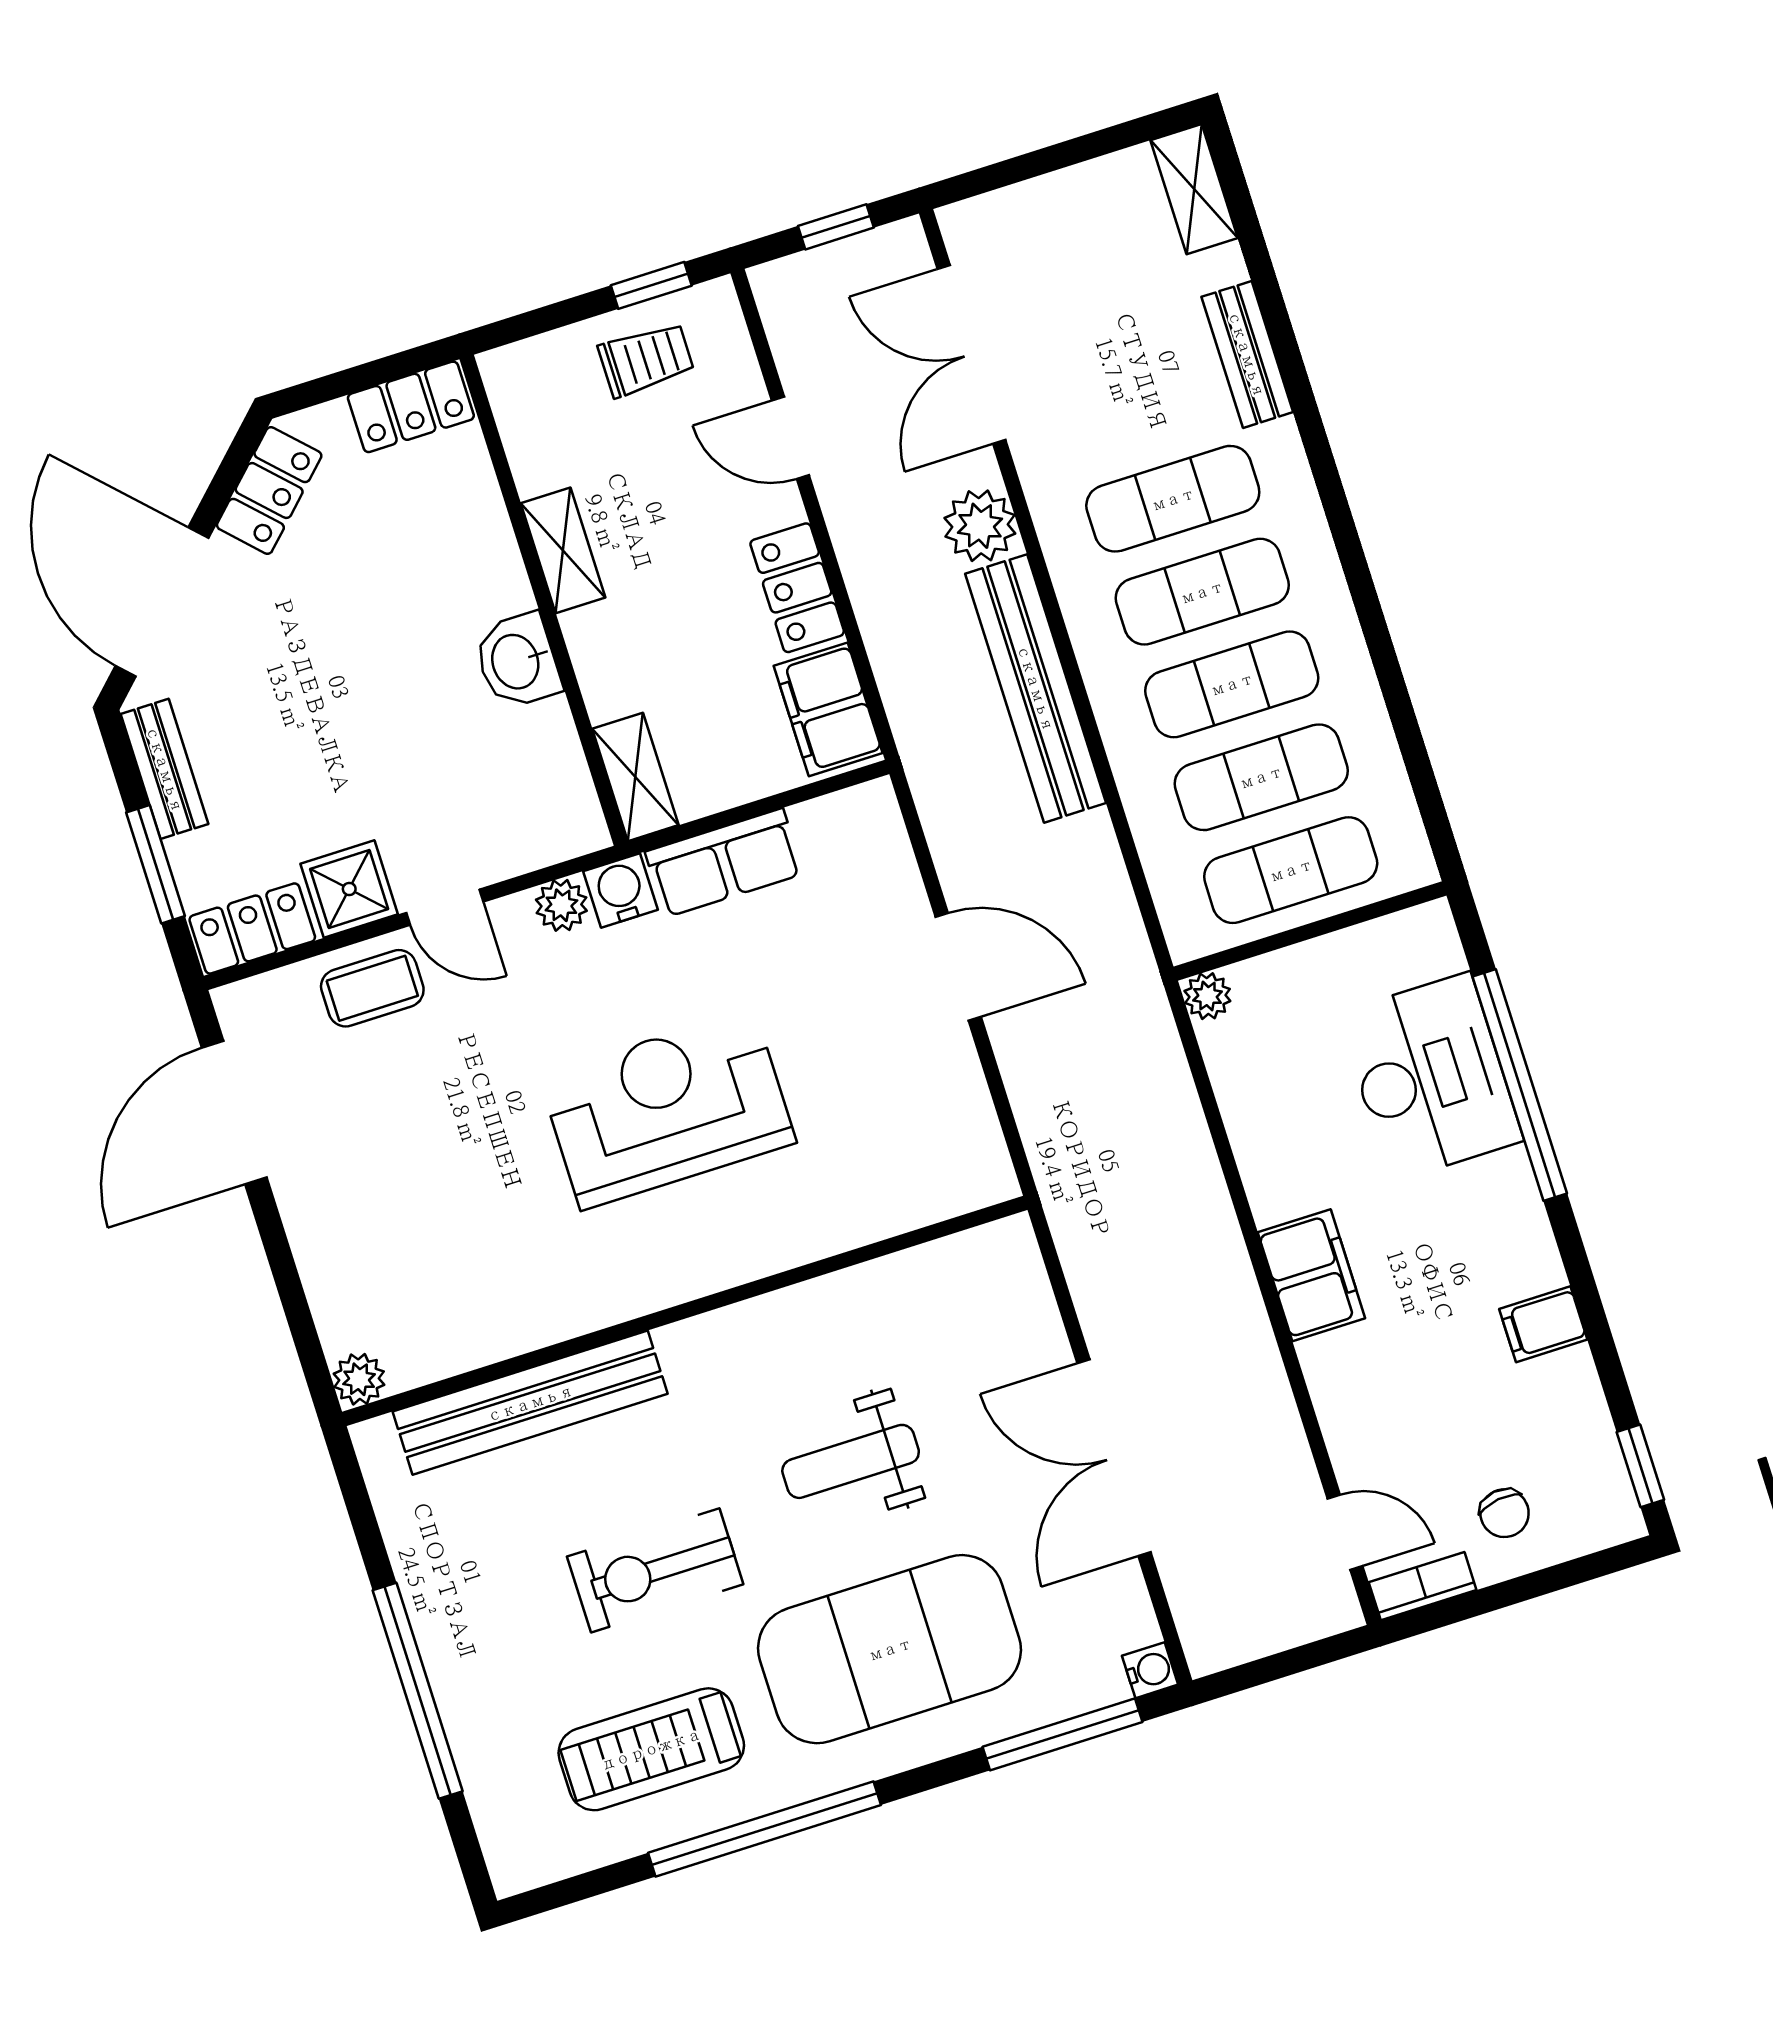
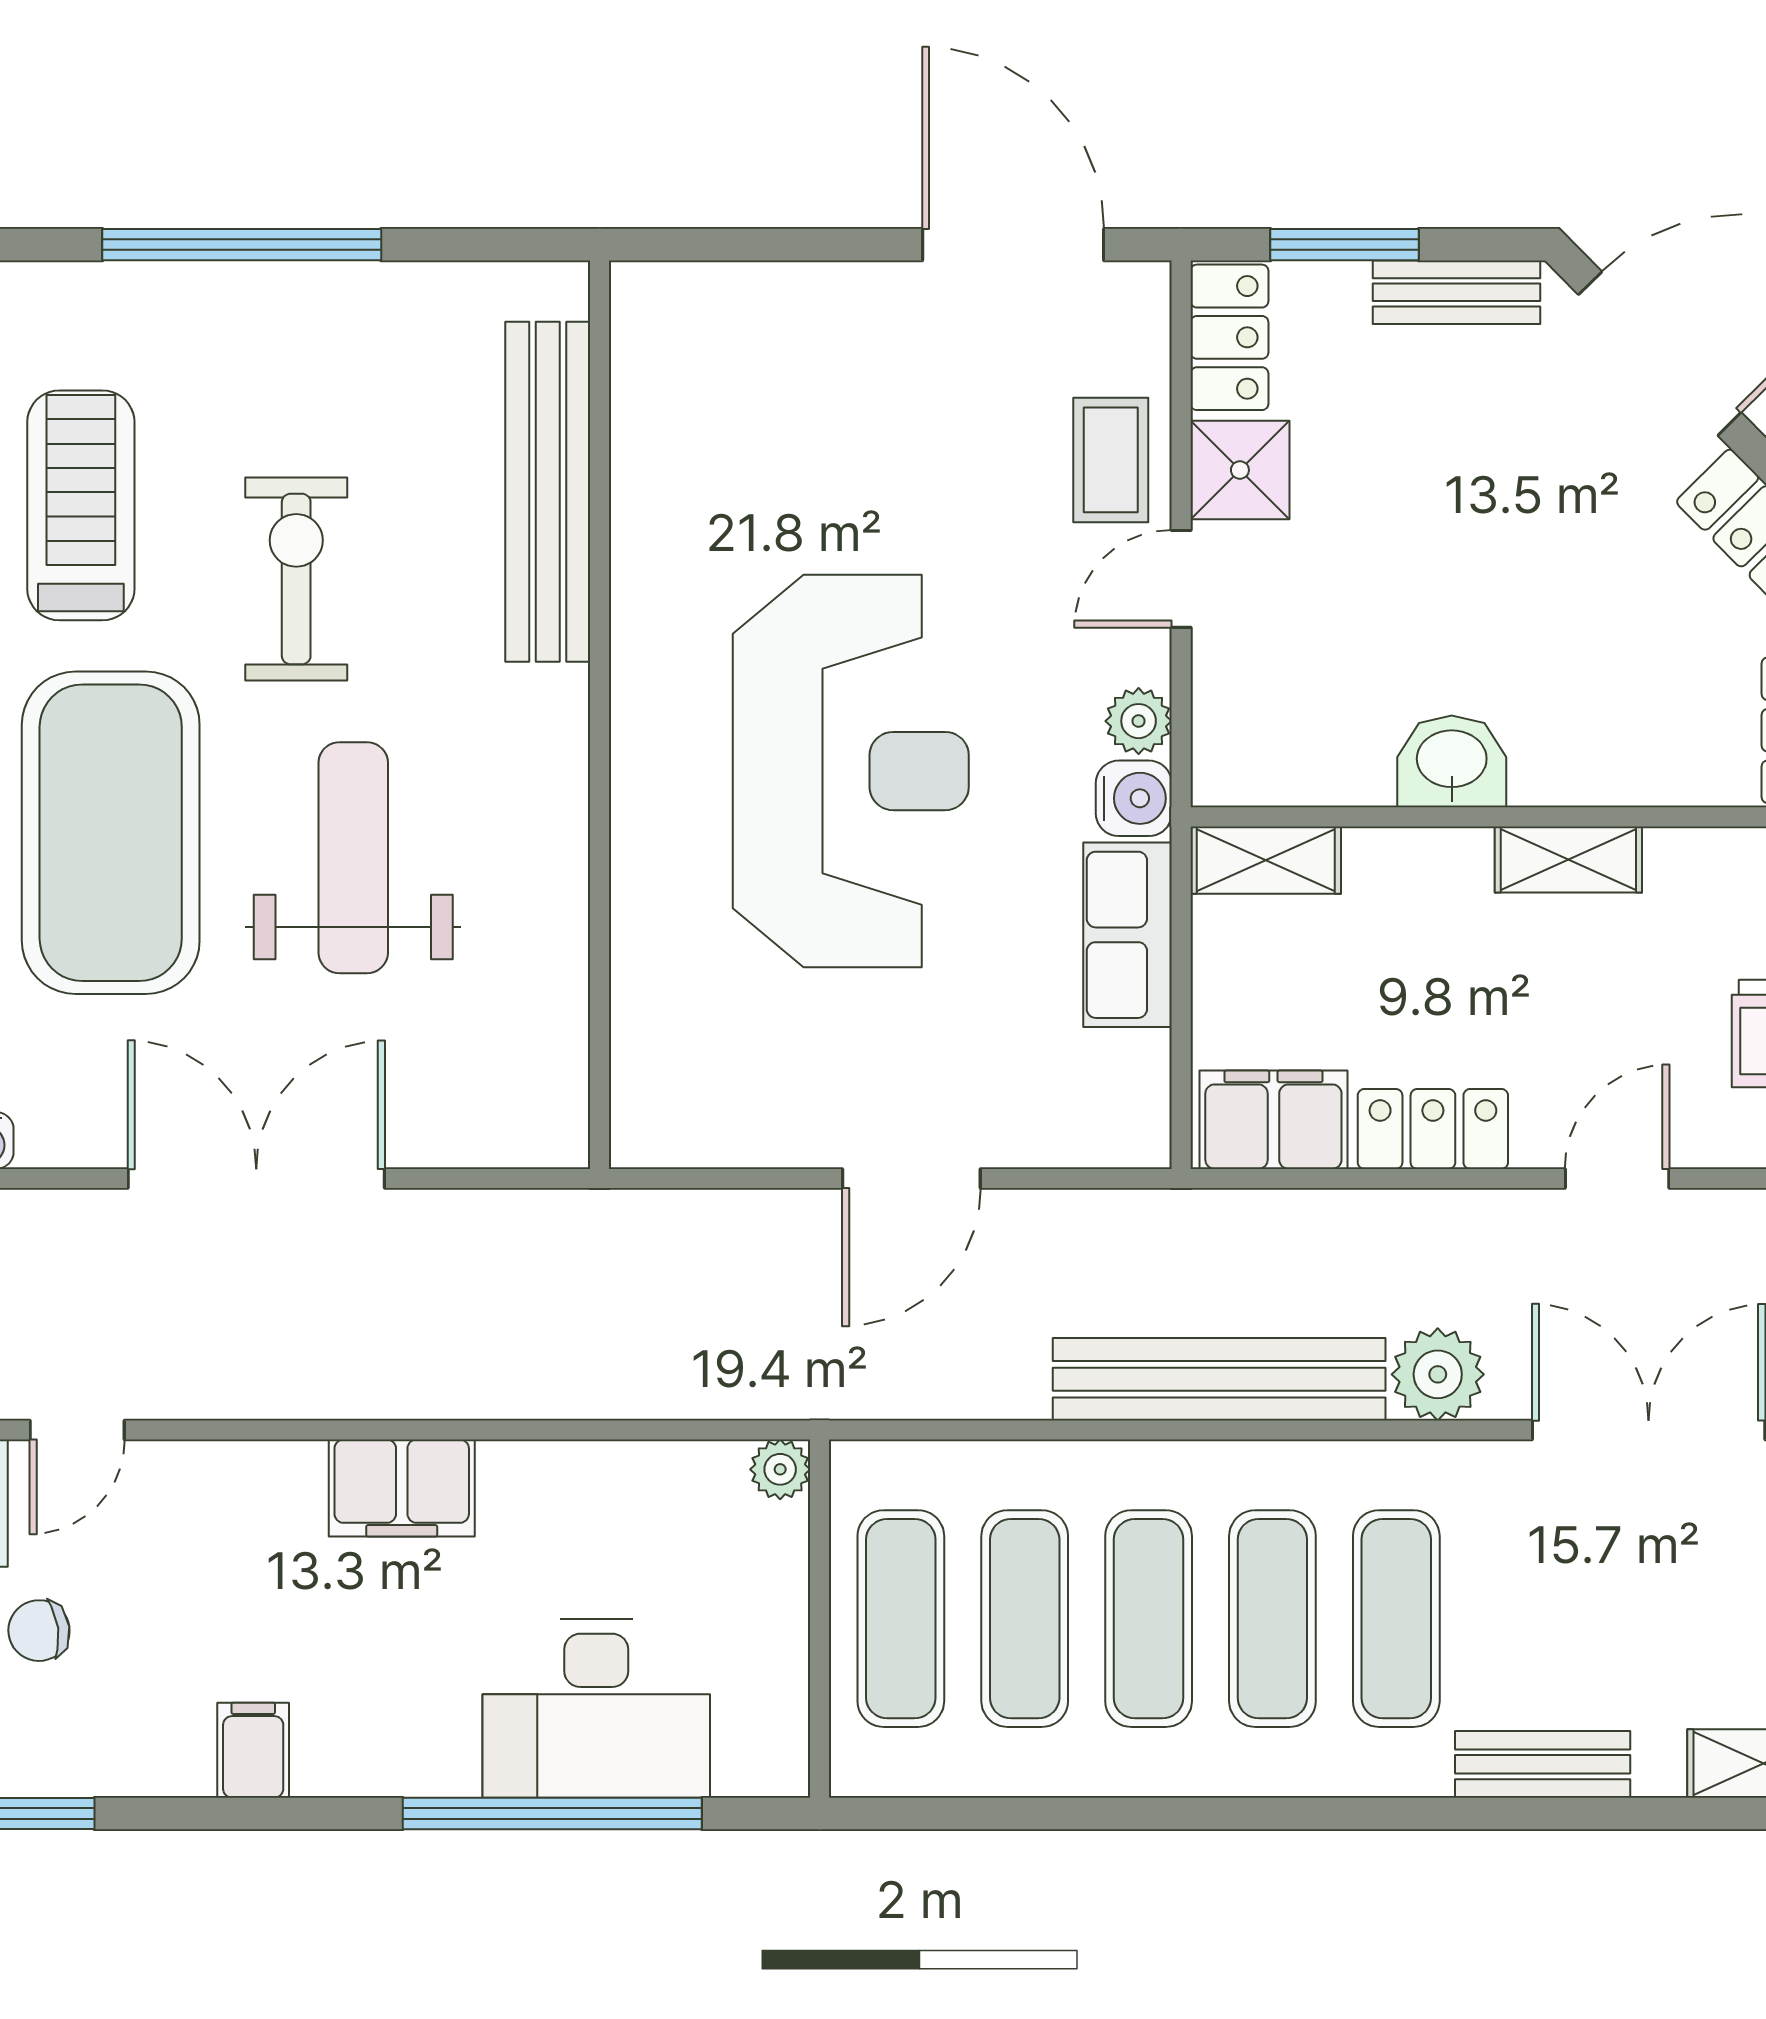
reception desk: (667, 1109) -> (851, 771), width x1.36, depth x1.30
plant: (359, 1379) -> (642, 293), removed
weight bench: (851, 1461) -> (353, 858), width x1.36, depth x1.33

